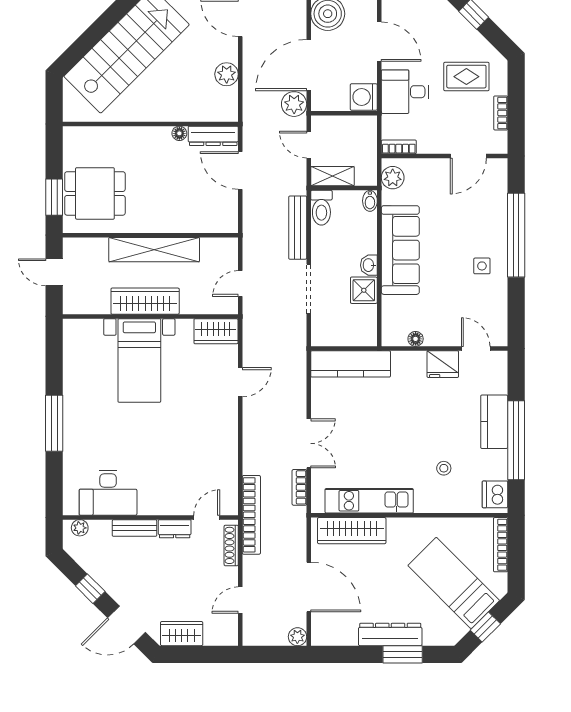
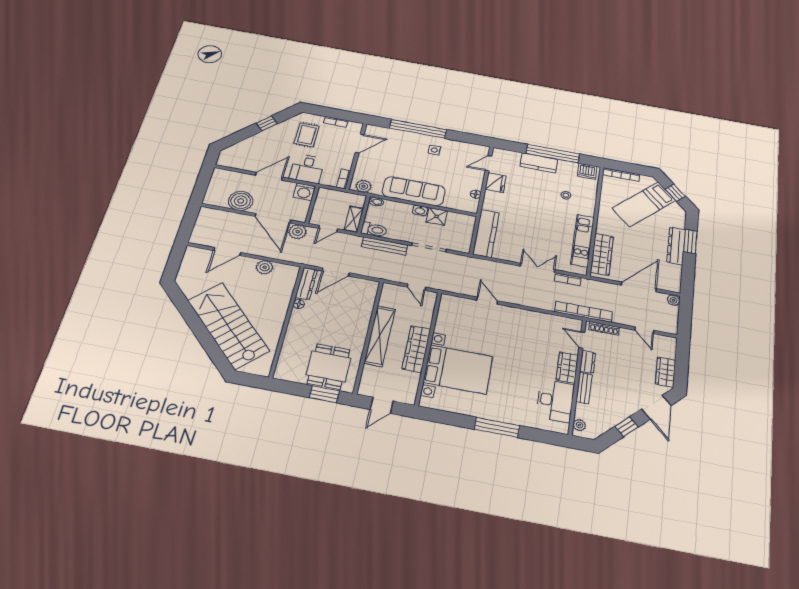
door: (468, 156) -> (360, 144), hinge flipped
wardrobe: (216, 331) -> (567, 367), moved, turned 180
bed with nightstands: (139, 360) -> (458, 369), width x1.36

